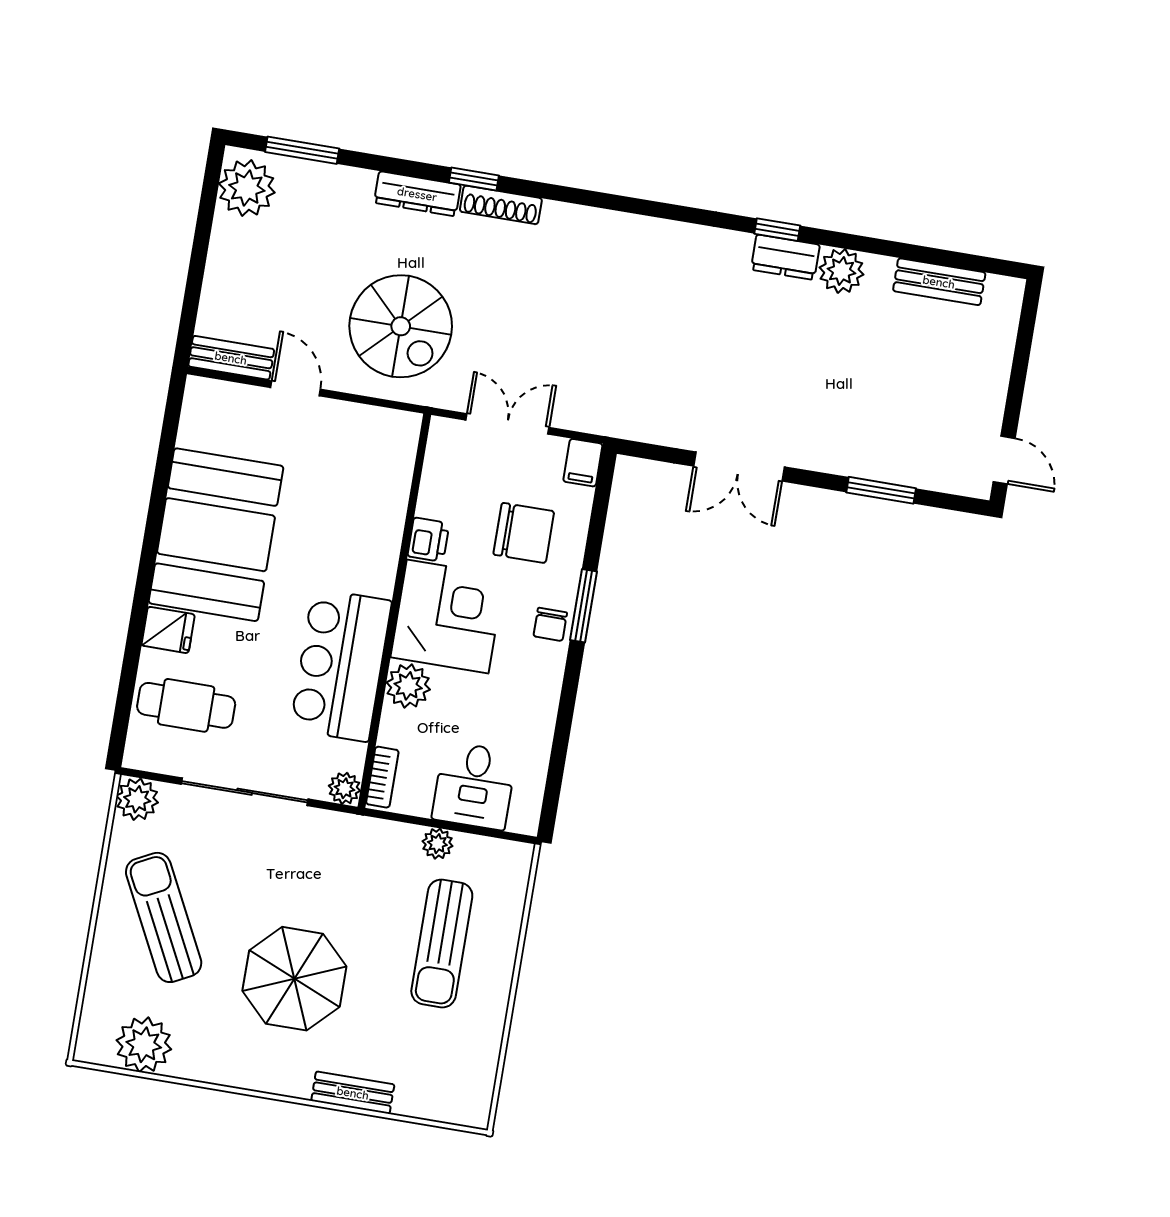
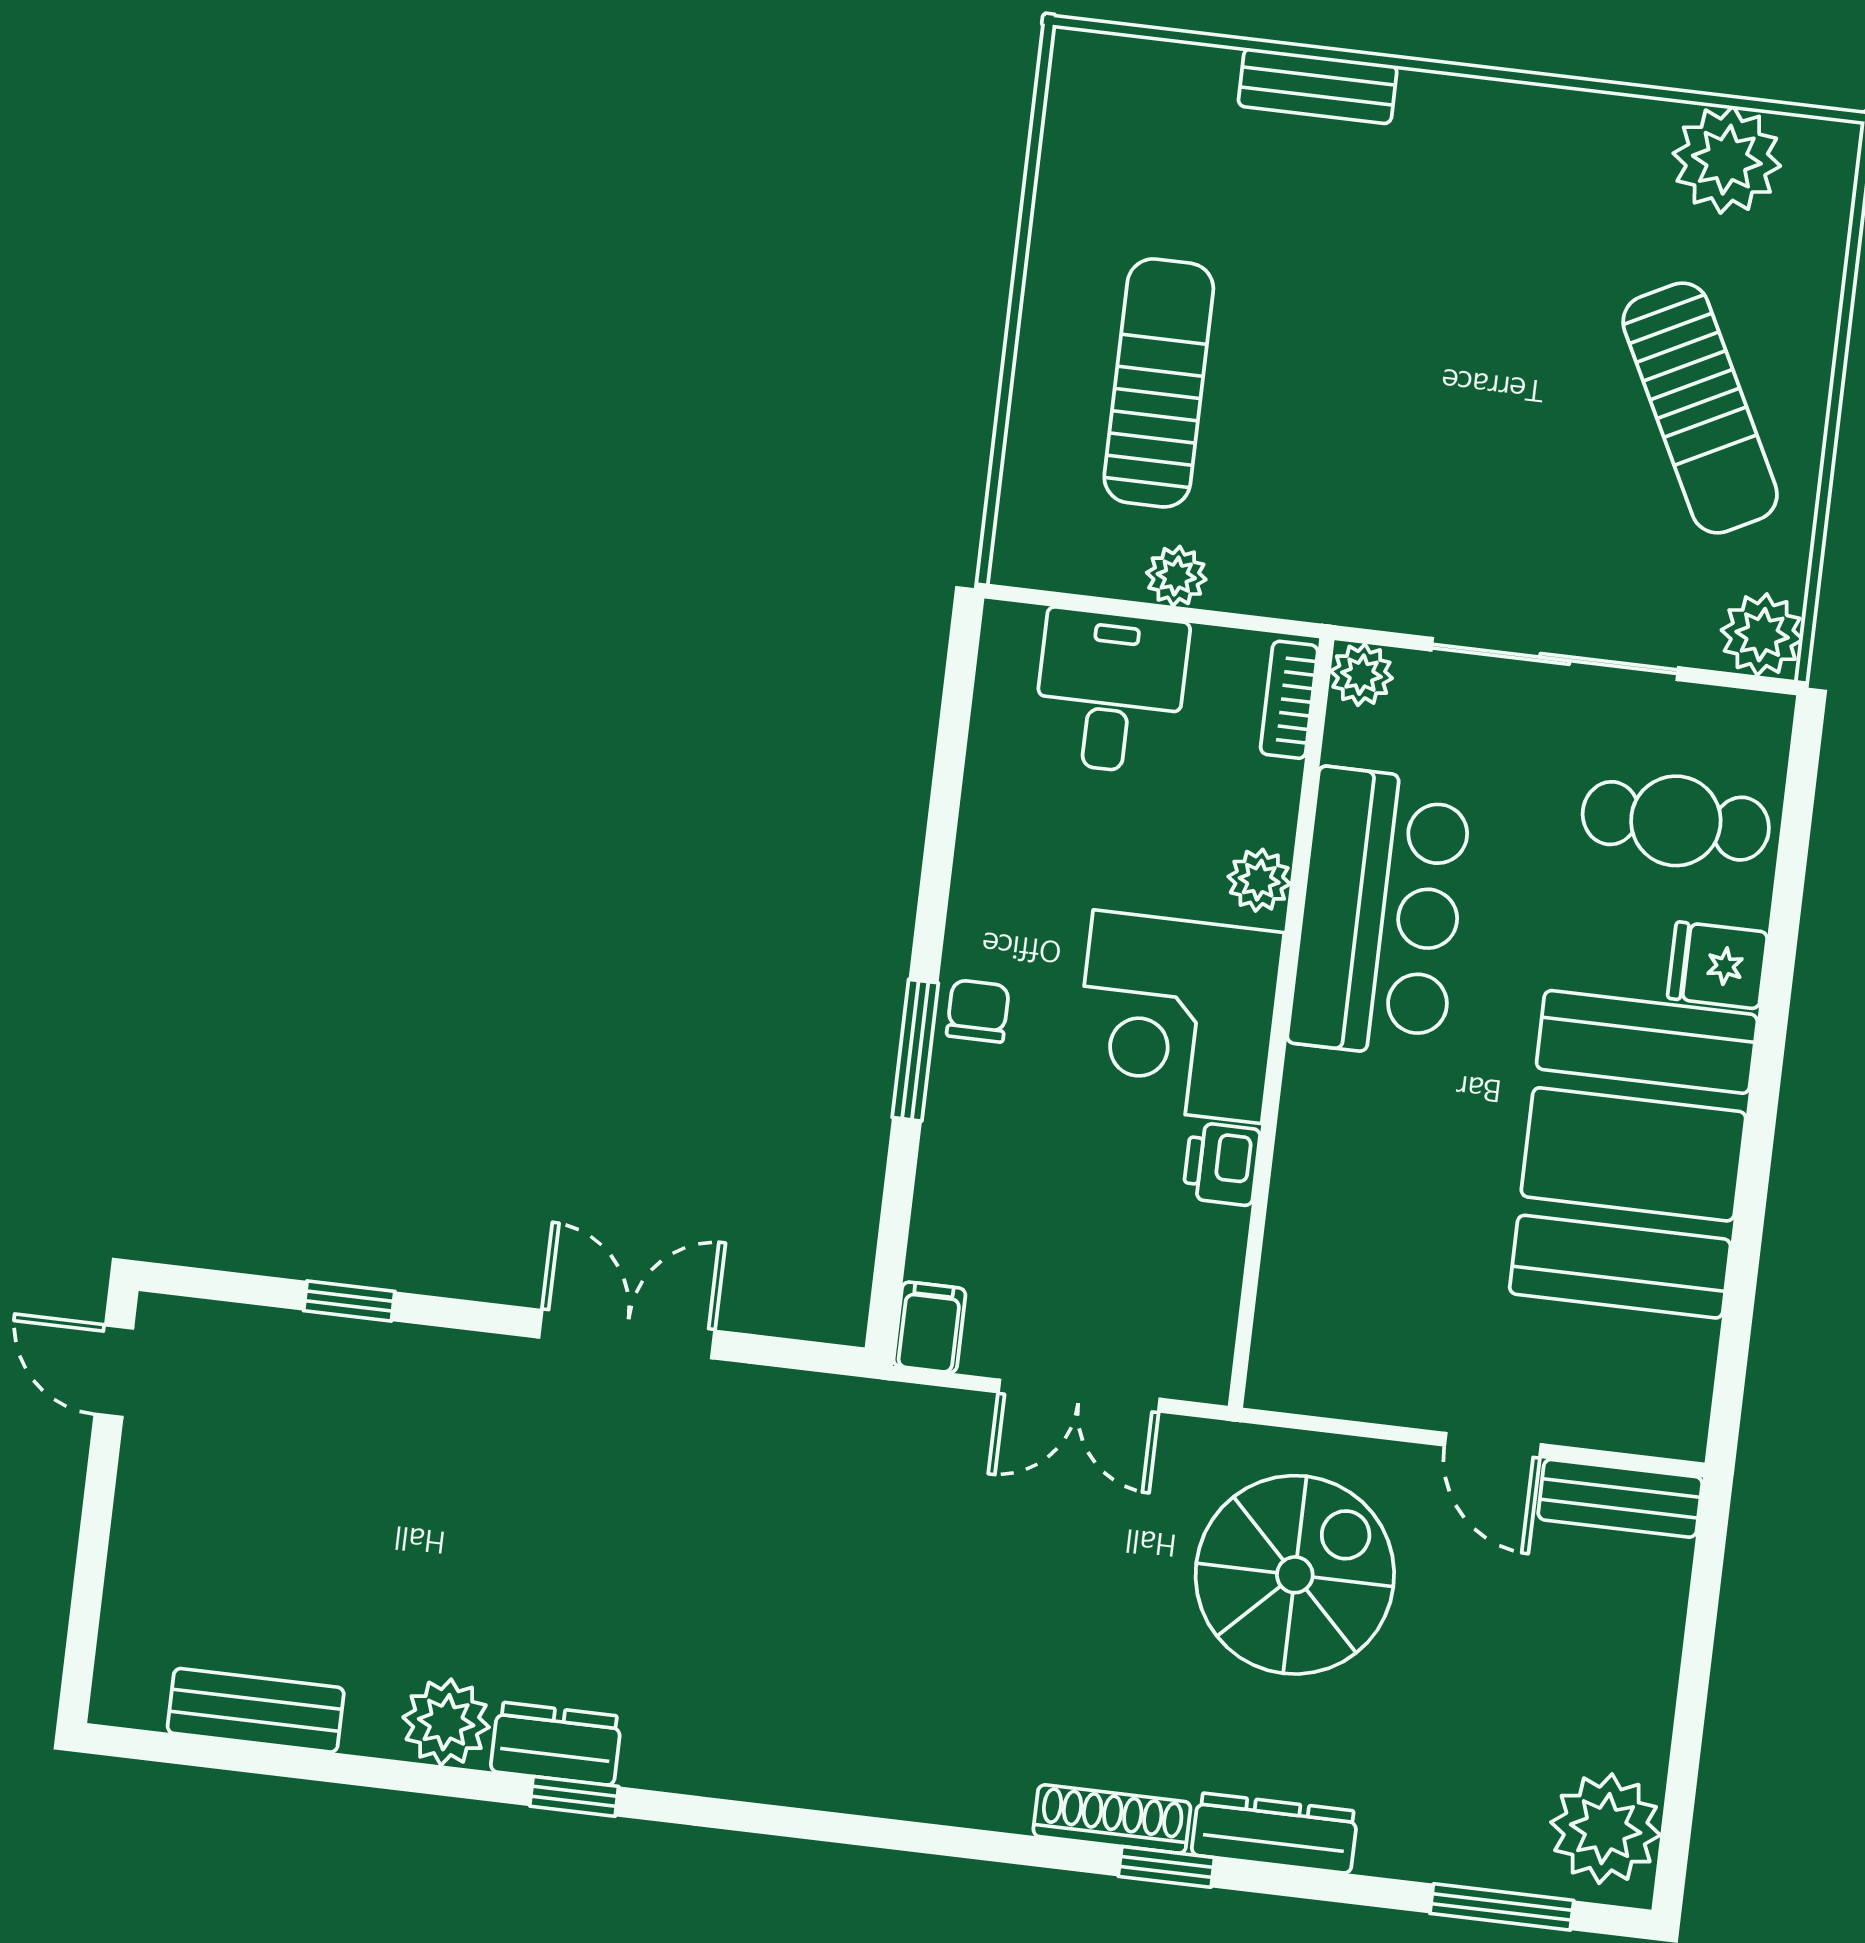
spiral stairs: (401, 326) -> (1295, 1575), turned 90
window: (881, 490) -> (349, 1301), width x0.67
chair: (524, 533) -> (1038, 1186), removed
plant: (408, 686) -> (1259, 880), width x0.73, depth x0.73
parasol: (294, 979) -> (1441, 301), removed

